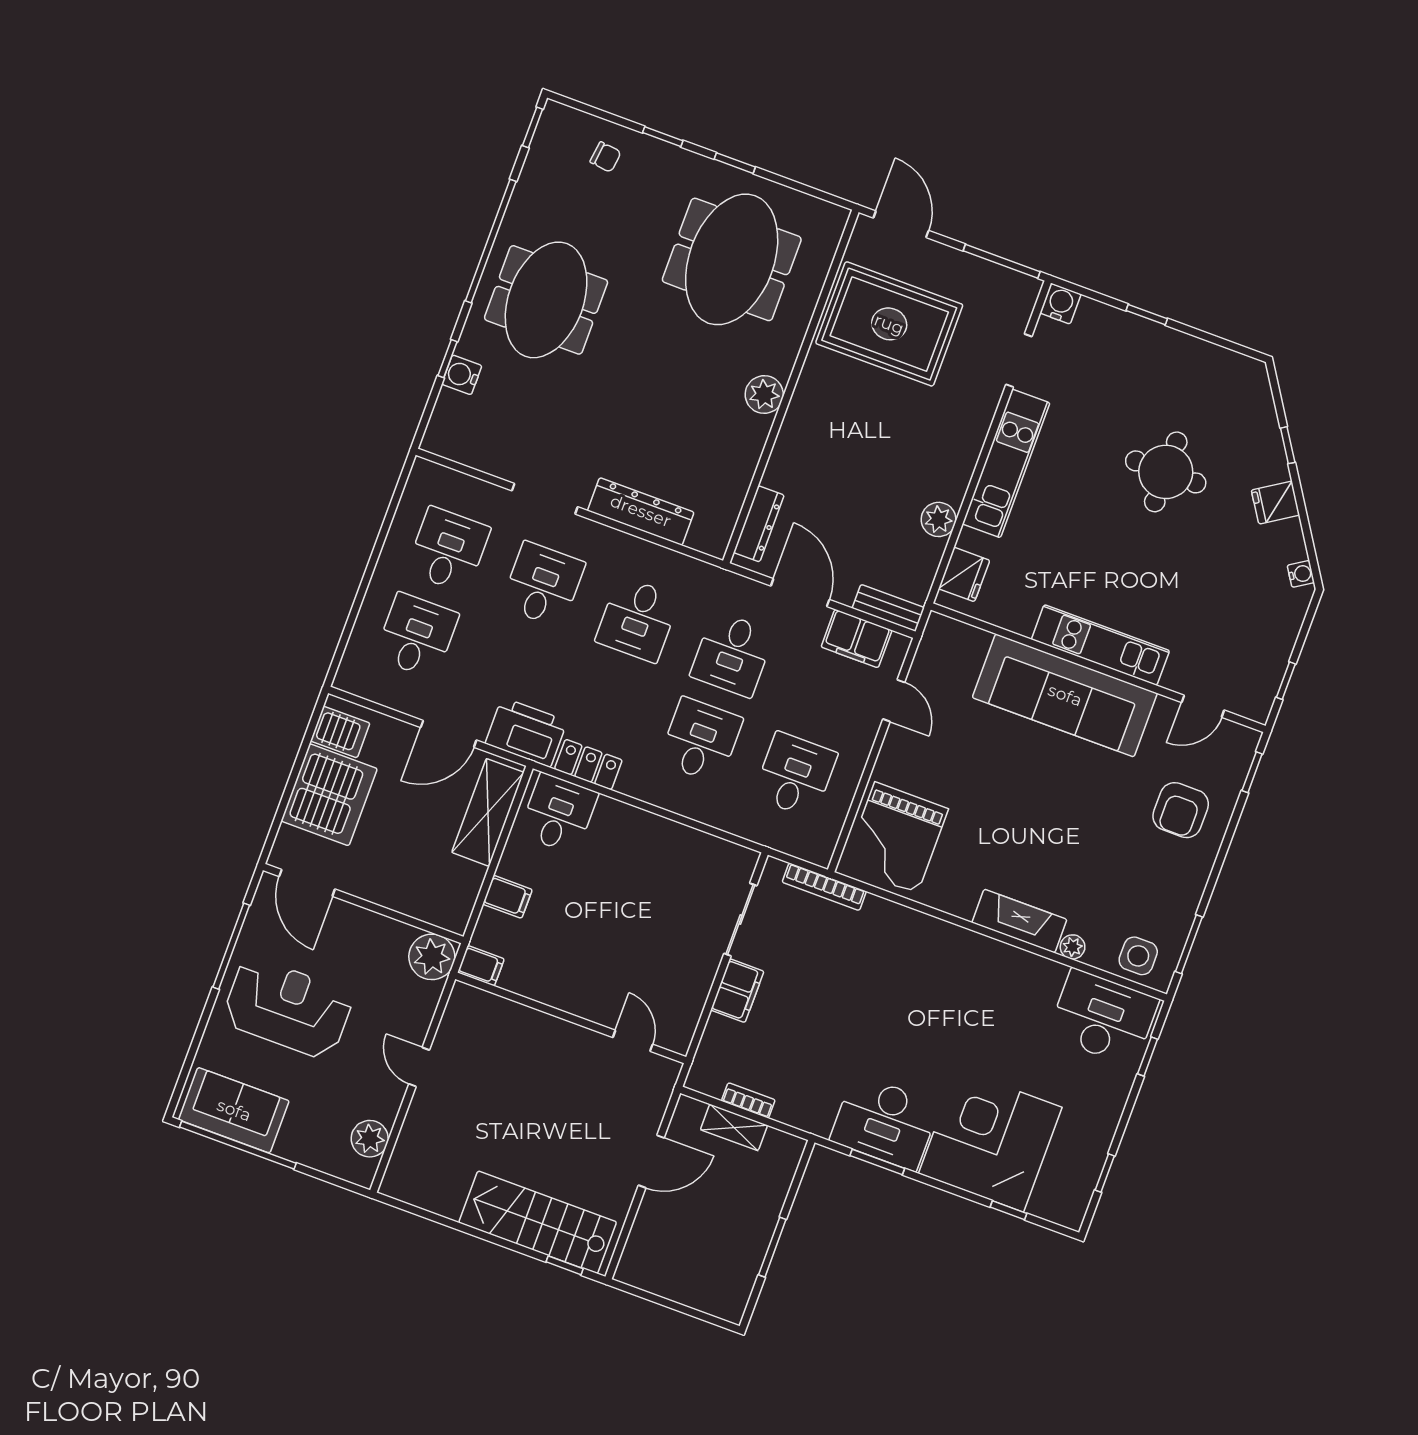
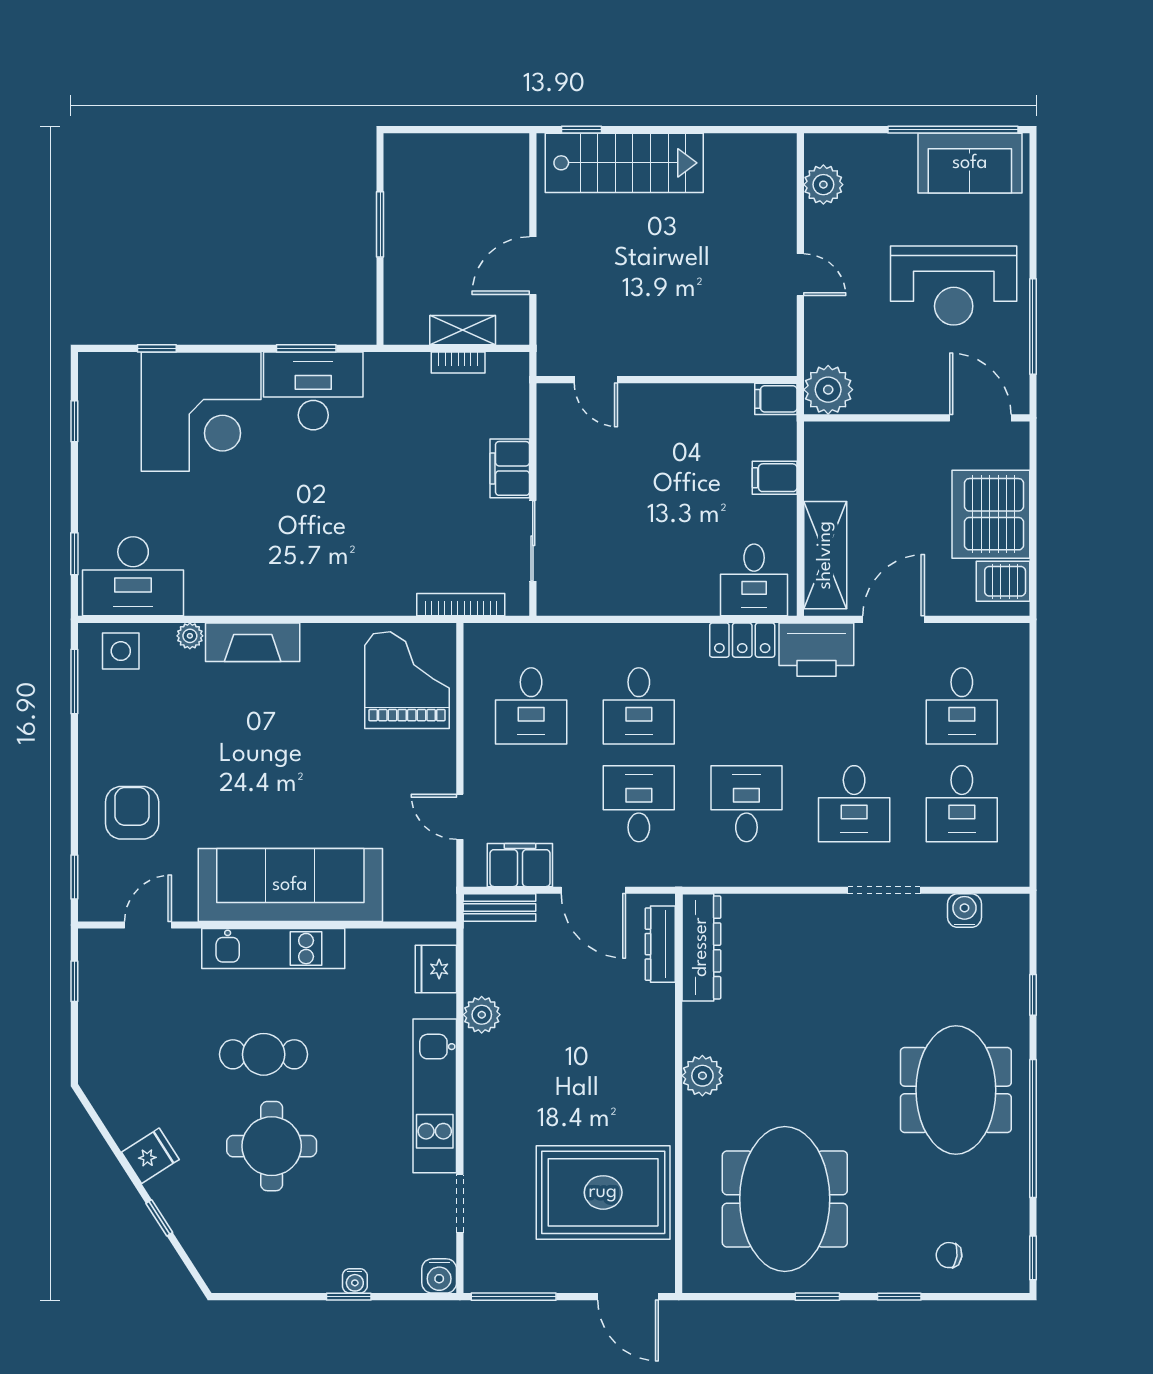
water cooler: (462, 375) -> (964, 911), moved, turned -90
dresser: (641, 511) -> (701, 947), moved, turned -90
cafe table: (1143, 555) -> (264, 1054), added
water cooler: (1301, 574) -> (355, 1281), moved, turned -57

